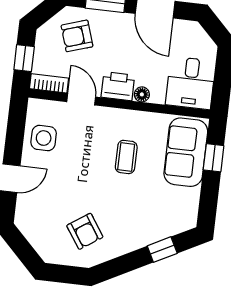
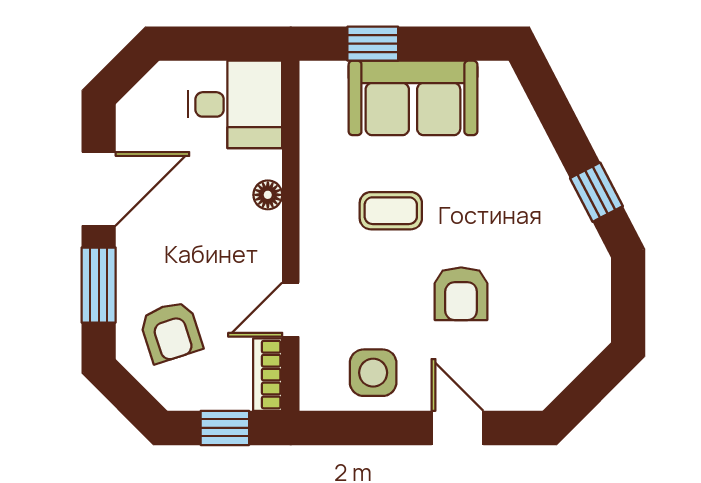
printer: (118, 86) -> (258, 243), removed
sofa: (186, 152) -> (413, 98), moved
armchair: (85, 231) -> (461, 294), moved, turned 124
window: (162, 250) -> (596, 192), moved

